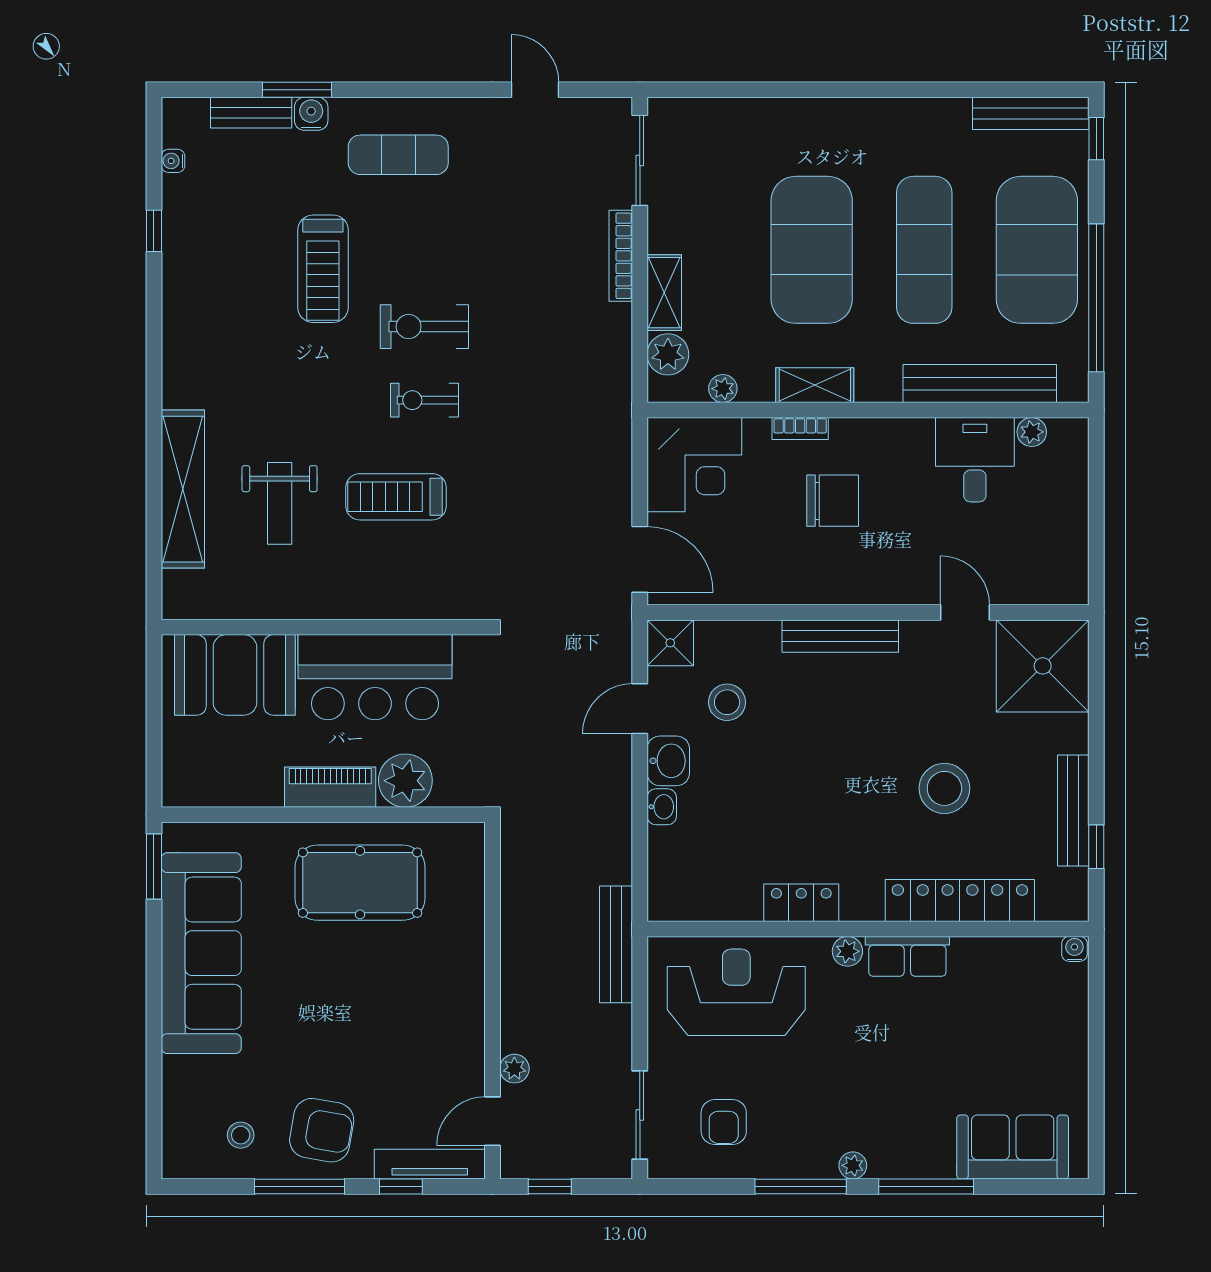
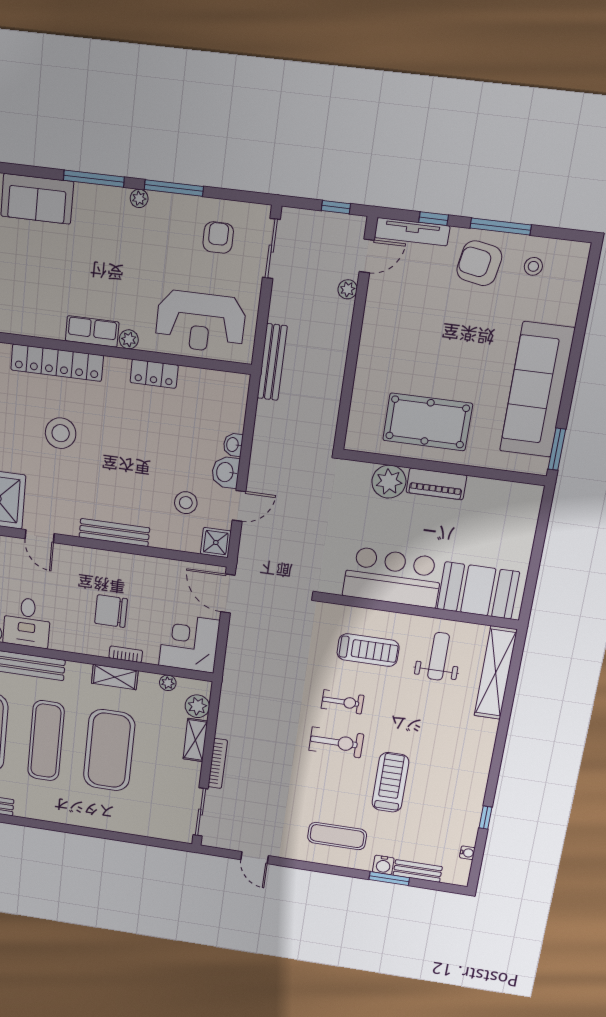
wall: (323, 627) -> (419, 611), moved
booth: (235, 675) -> (478, 590), moved
bar counter: (375, 677) -> (393, 577), moved

